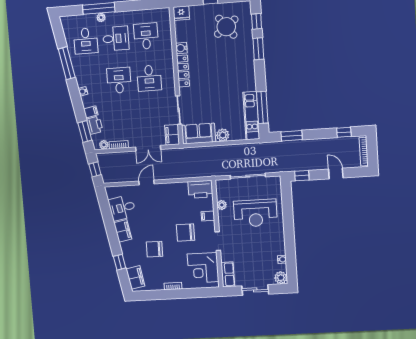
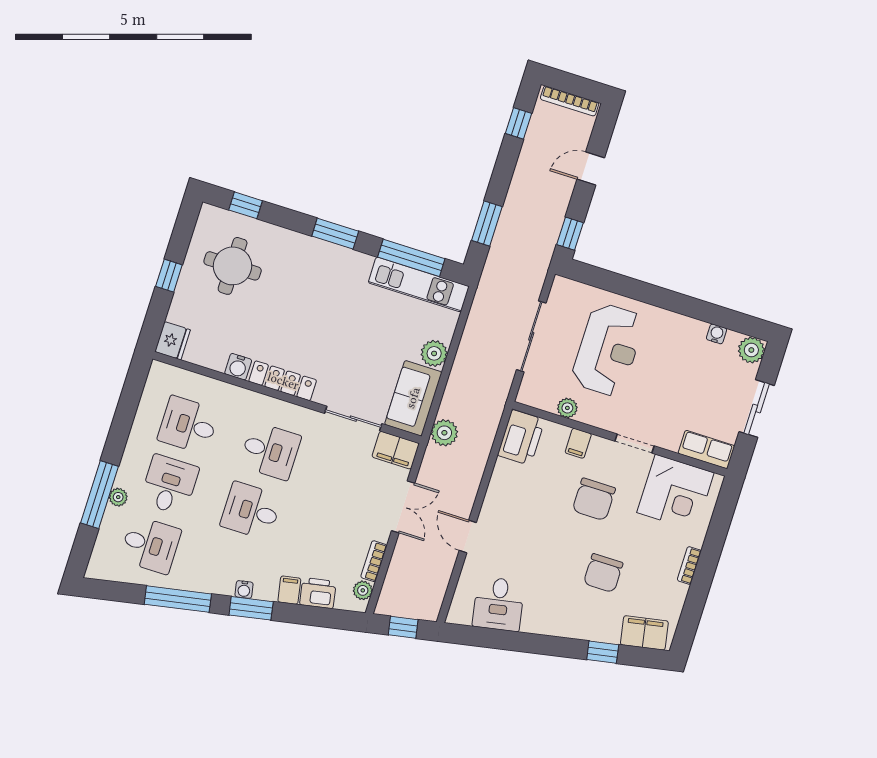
round table: (226, 27) -> (233, 266), turned 37
window: (258, 49) -> (335, 234), moved
window: (85, 131) -> (251, 608), moved
plant: (189, 154) -> (444, 433), added
filing cabinet: (123, 231) -> (544, 621), removed

